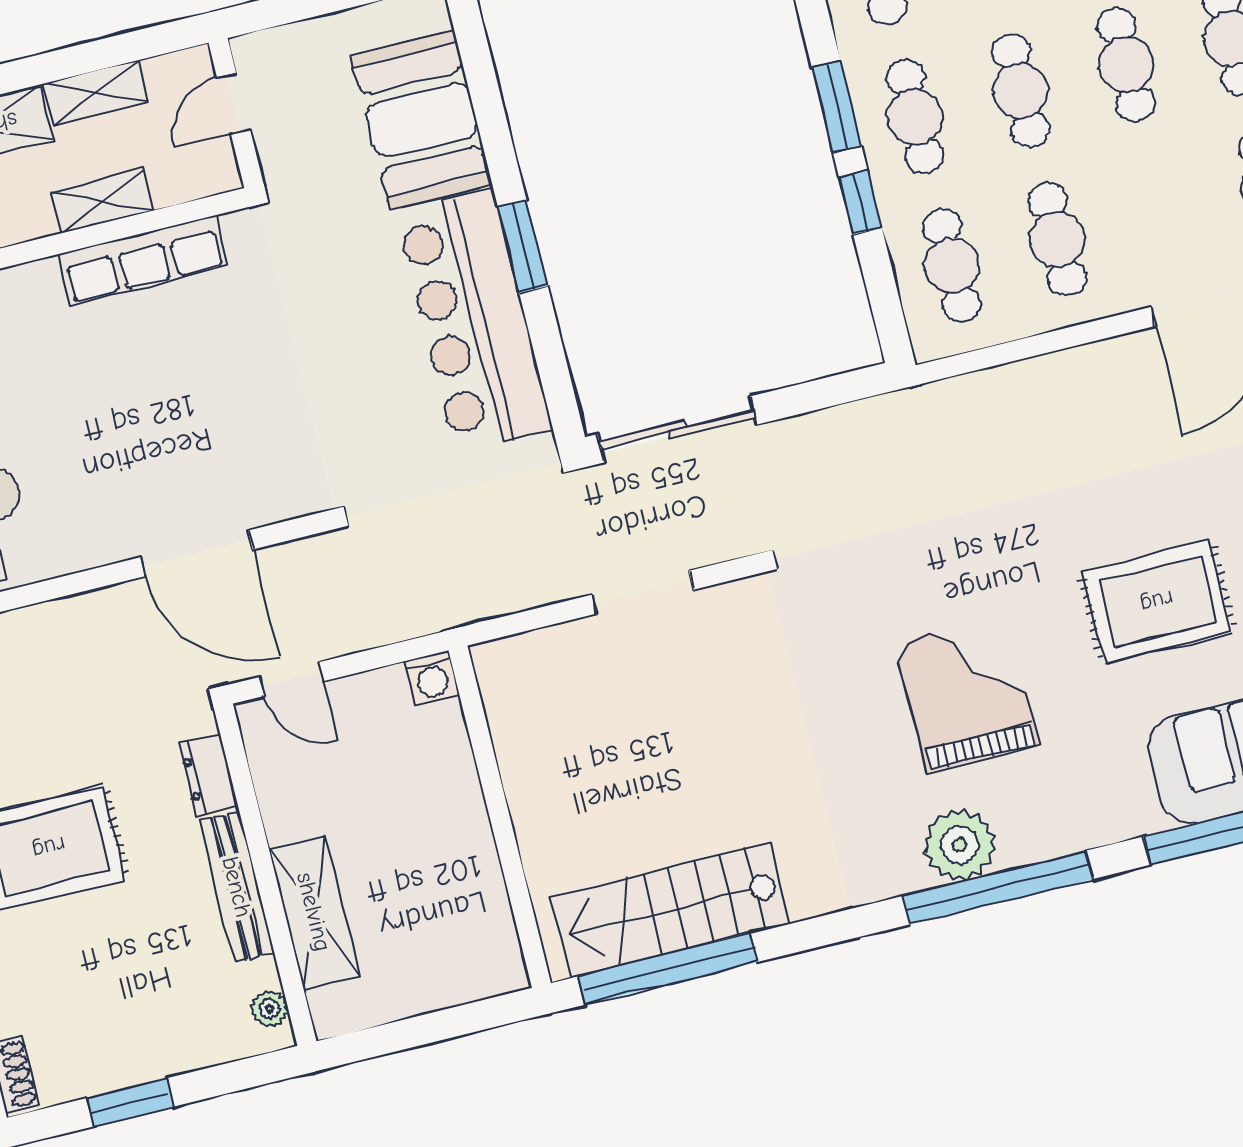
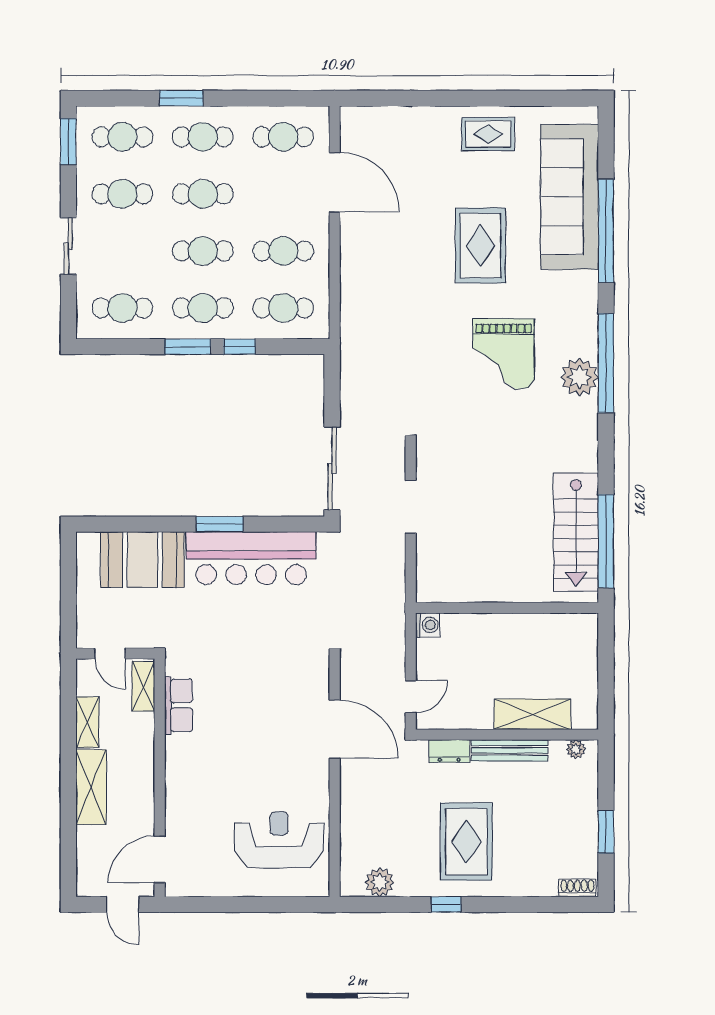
shelving: (102, 201) -> (143, 686), moved
row of seats: (143, 260) -> (179, 705), width x0.68
door: (197, 553) -> (335, 729), hinge flipped
grand piano: (968, 694) -> (504, 354), turned -90

